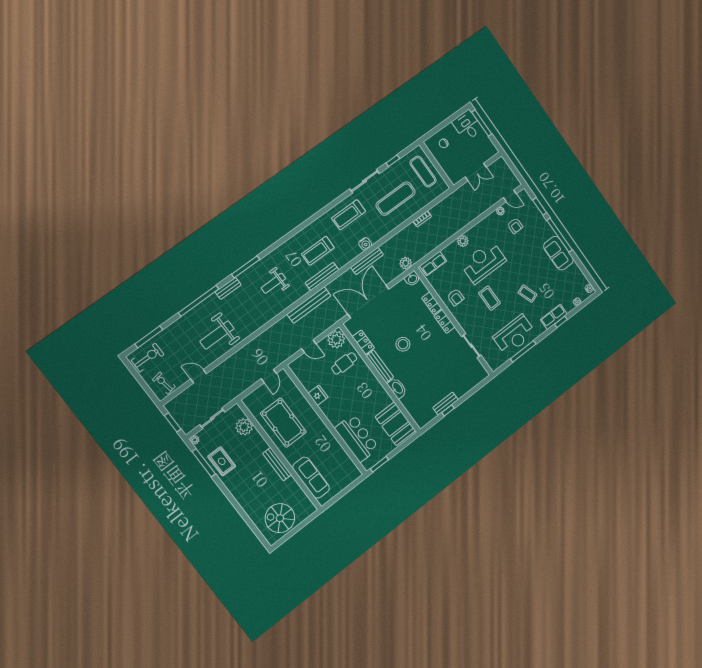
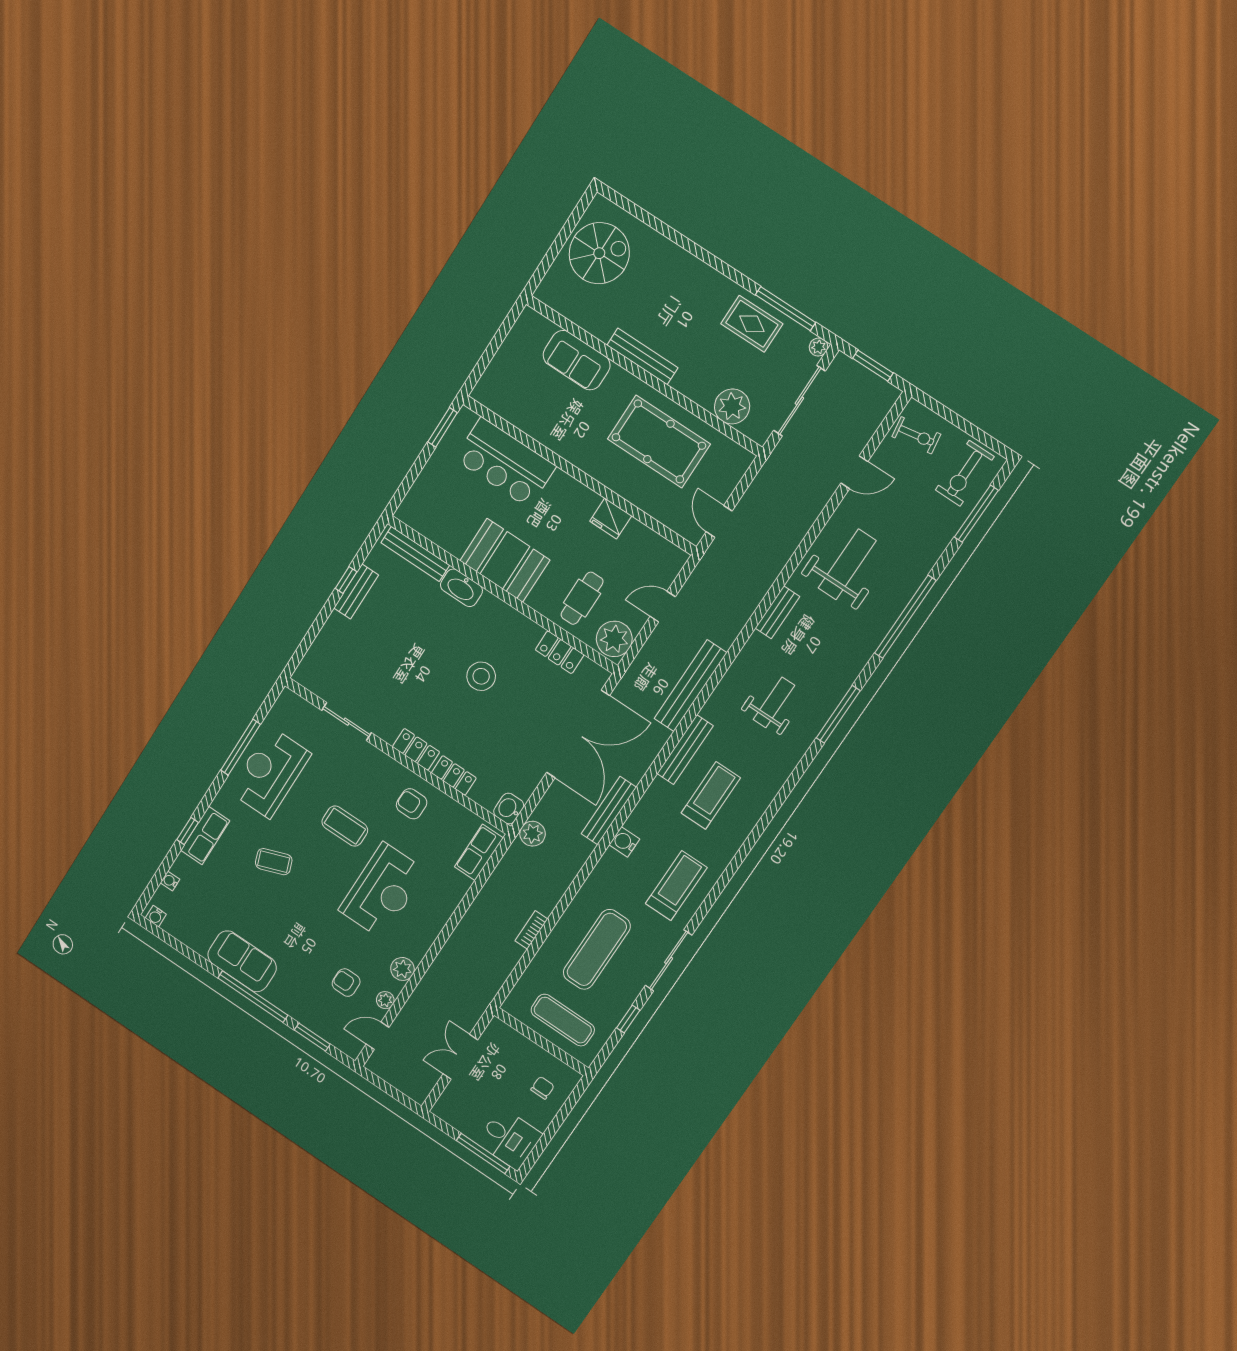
plant: (463, 241) -> (402, 969), moved
bench: (228, 288) -> (777, 612), moved
bench: (380, 366) -> (415, 554), moved
sliding door: (212, 418) -> (799, 401), width x1.37
booth: (395, 424) -> (505, 560), moved
sofa: (311, 478) -> (577, 360), width x0.73

